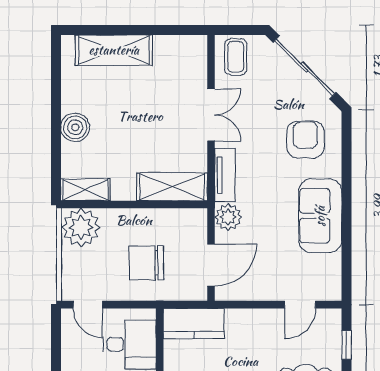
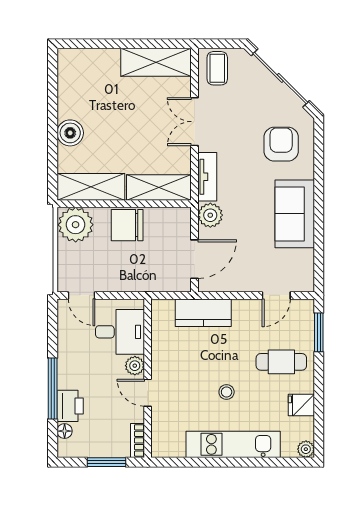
shelving: (114, 50) -> (156, 62), moved
double door: (211, 115) -> (195, 122), swing flipped
shelving: (86, 190) -> (91, 187), width x1.50, depth x1.33
chair: (146, 263) -> (127, 225), moved
kitchen counter: (194, 323) -> (203, 313), moved
window: (346, 345) -> (319, 332), width x1.50

